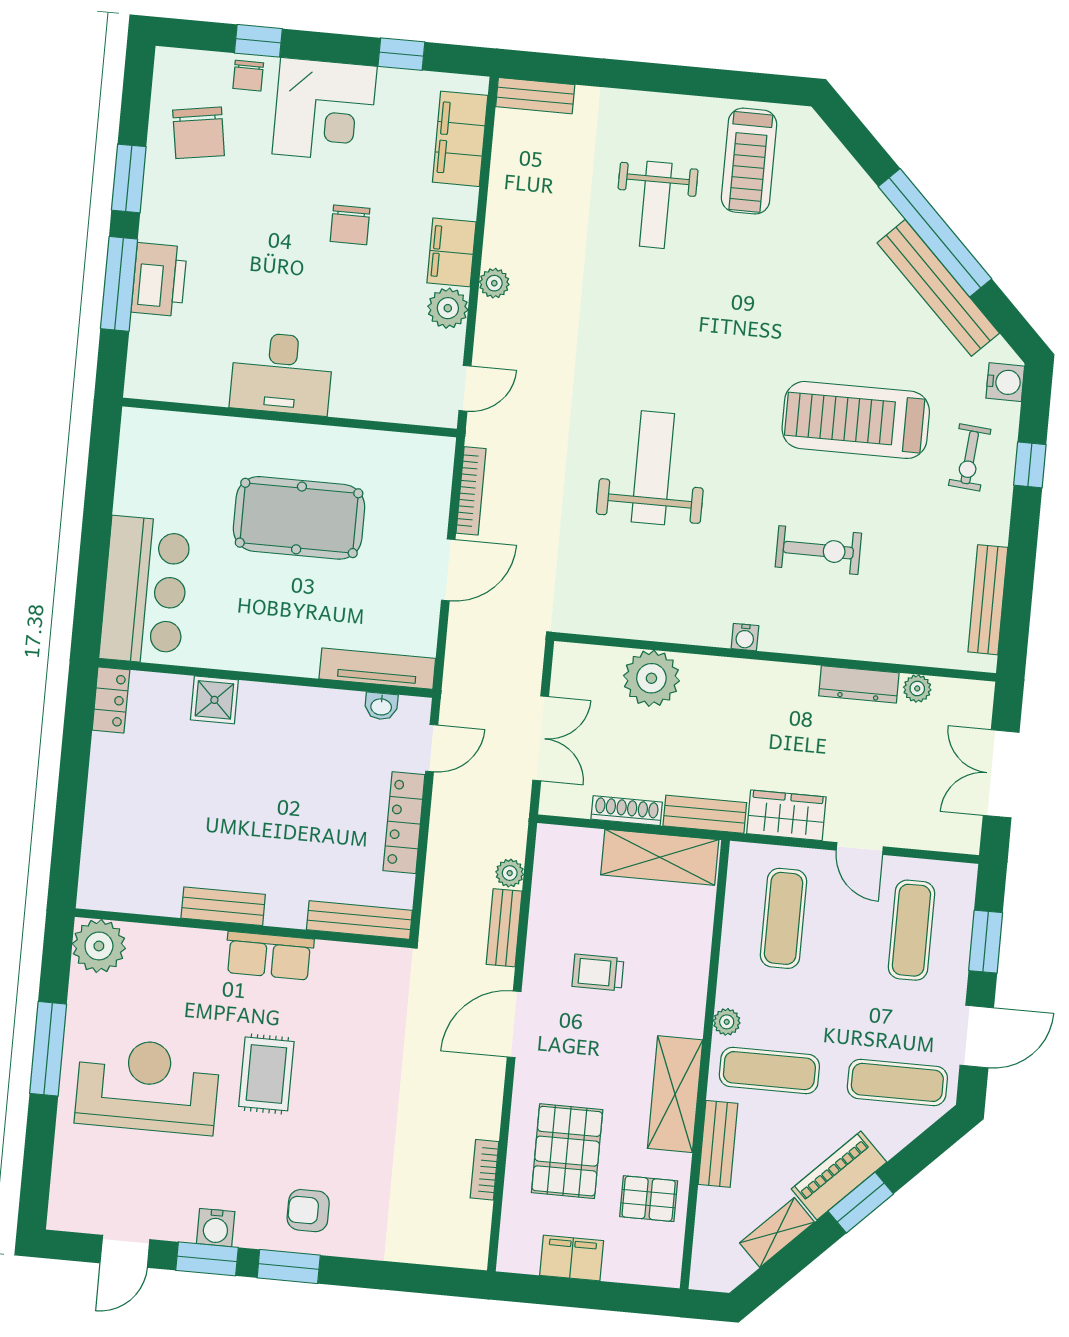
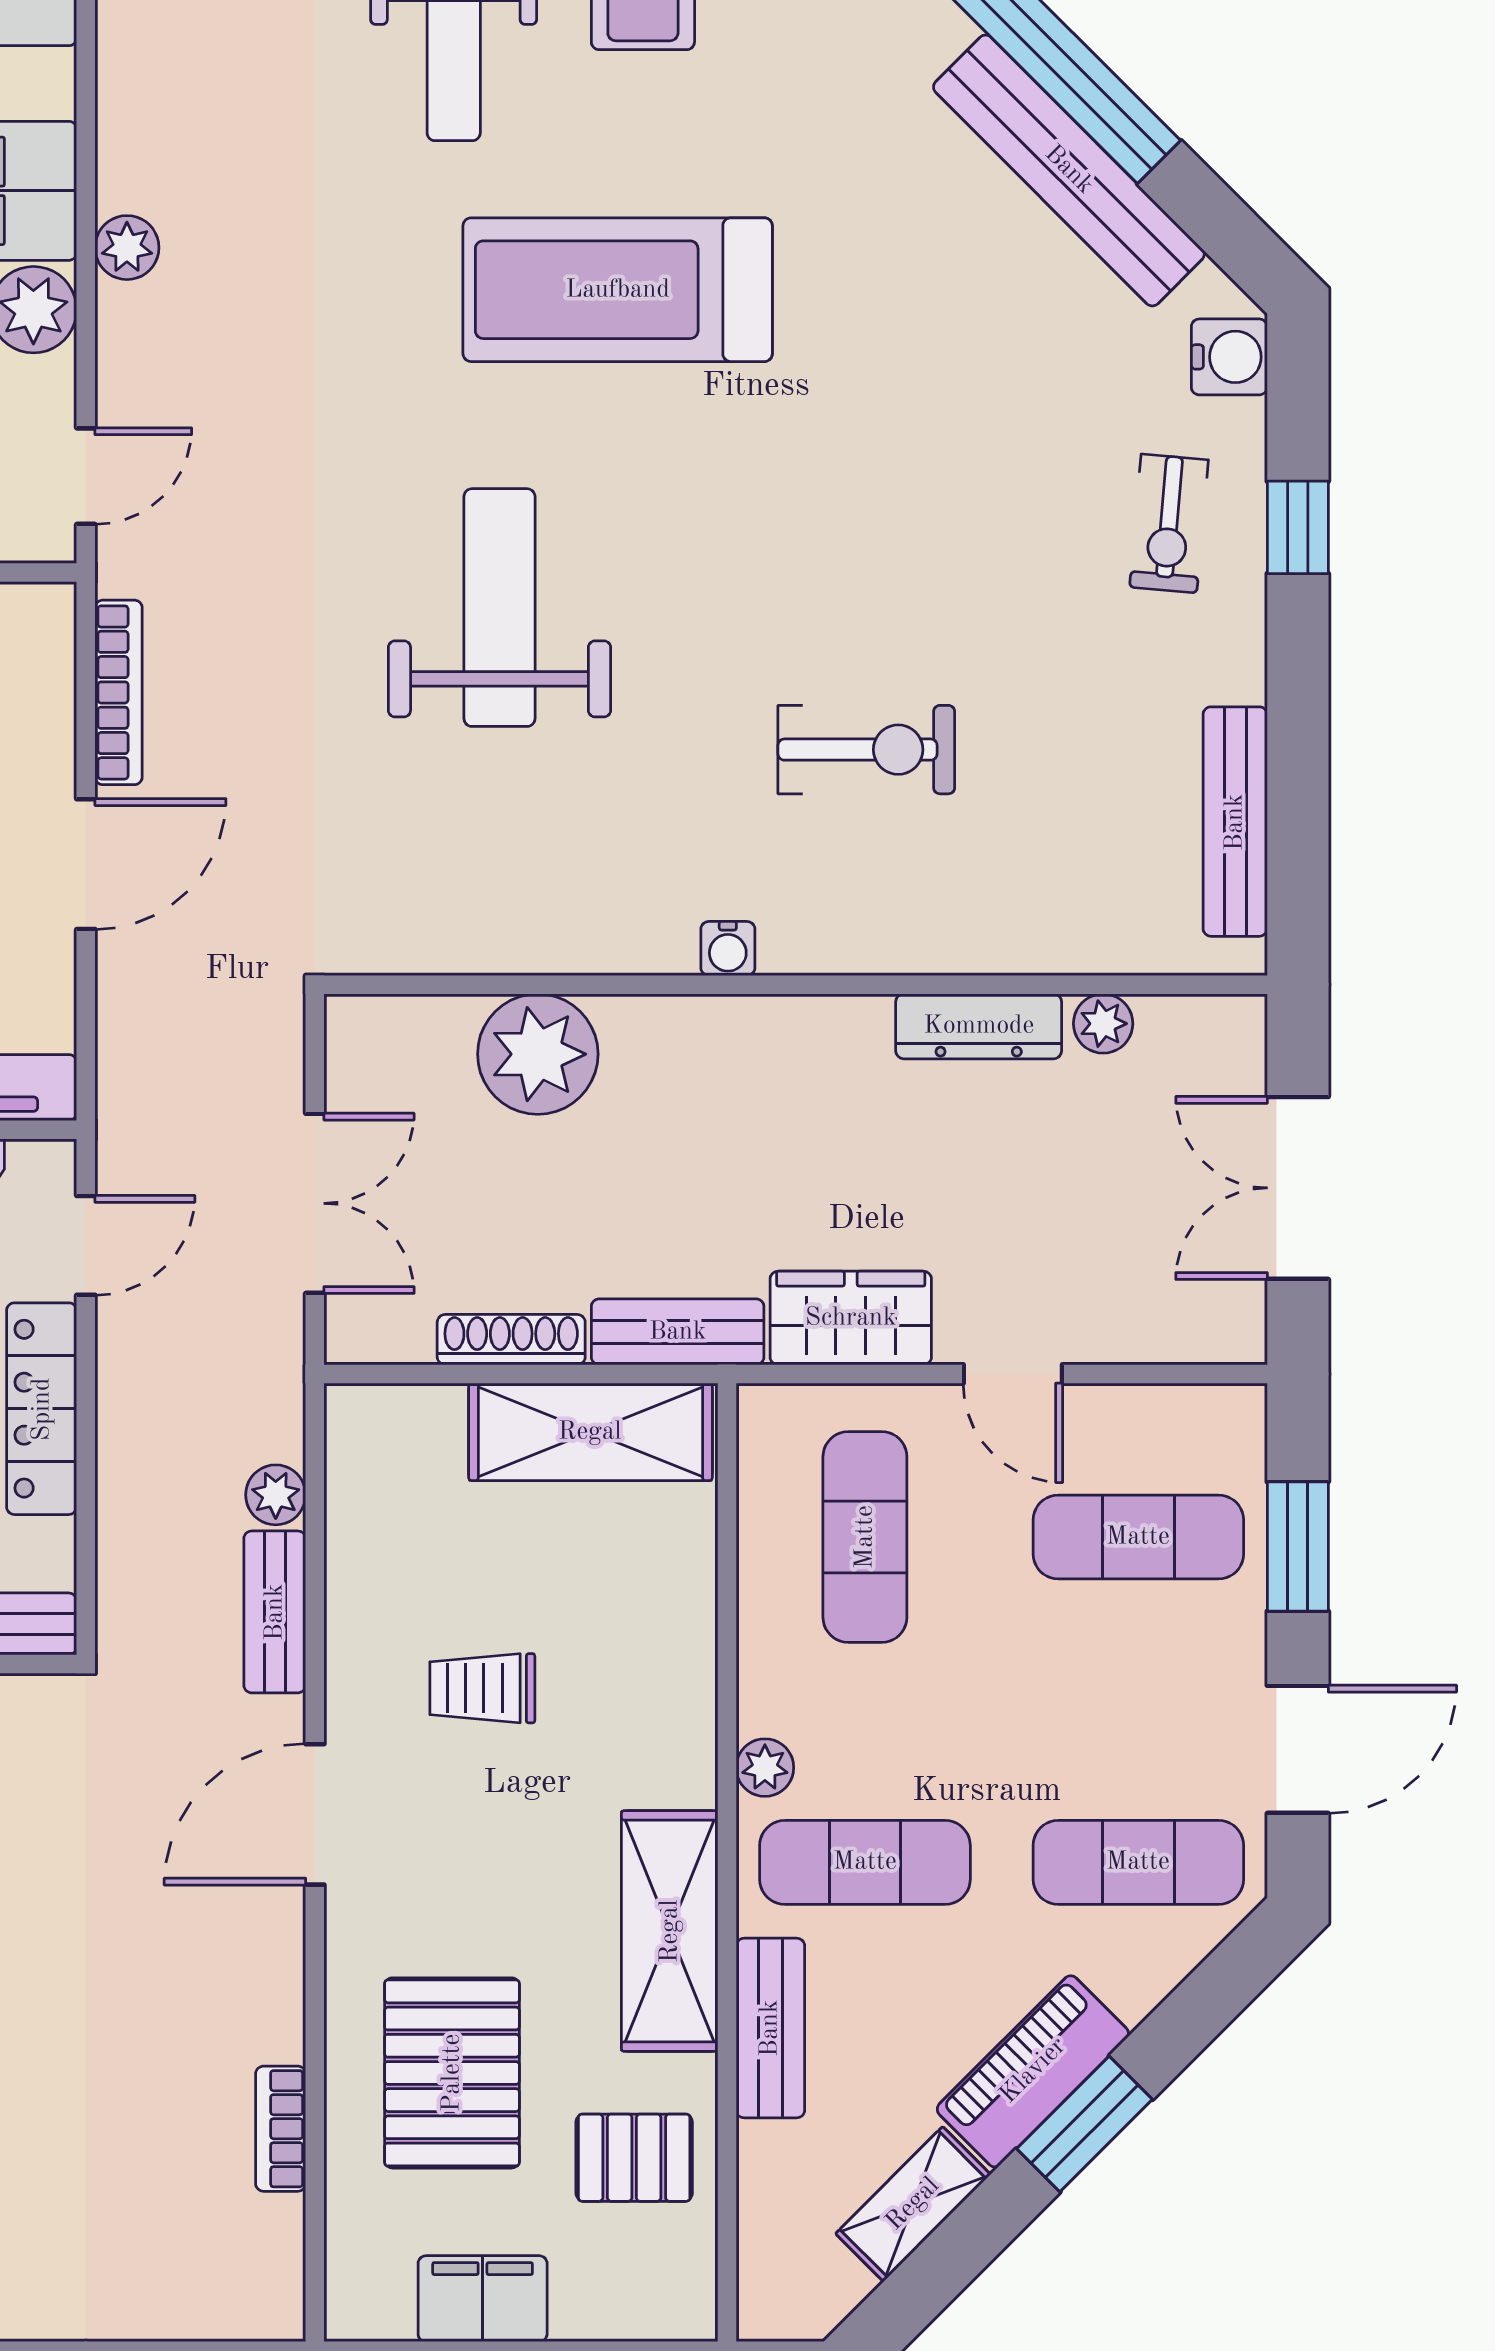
treadmill: (856, 420) -> (618, 290), moved
exercise mat: (911, 930) -> (1138, 1537), turned 90

